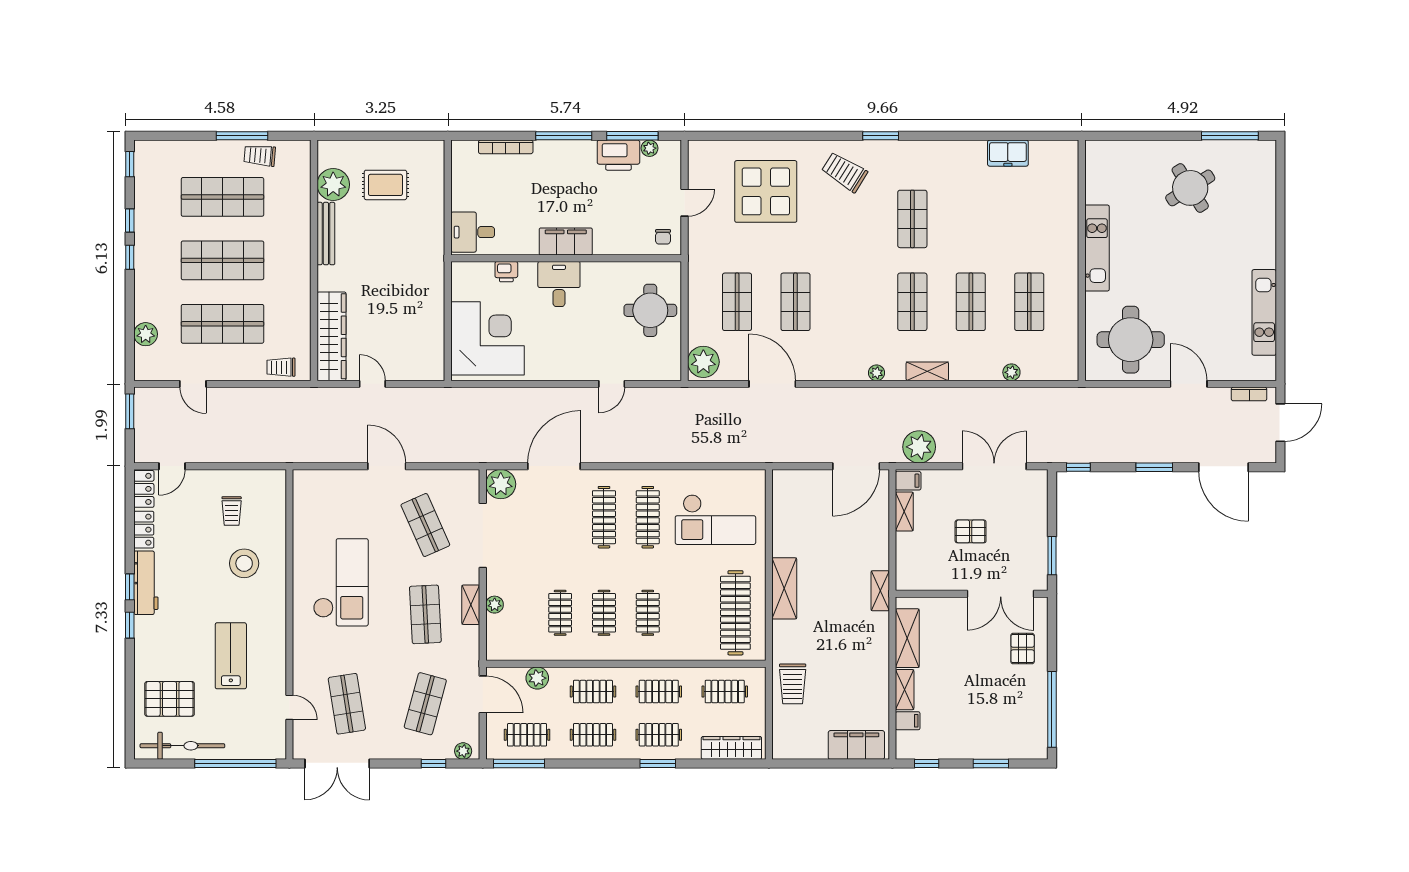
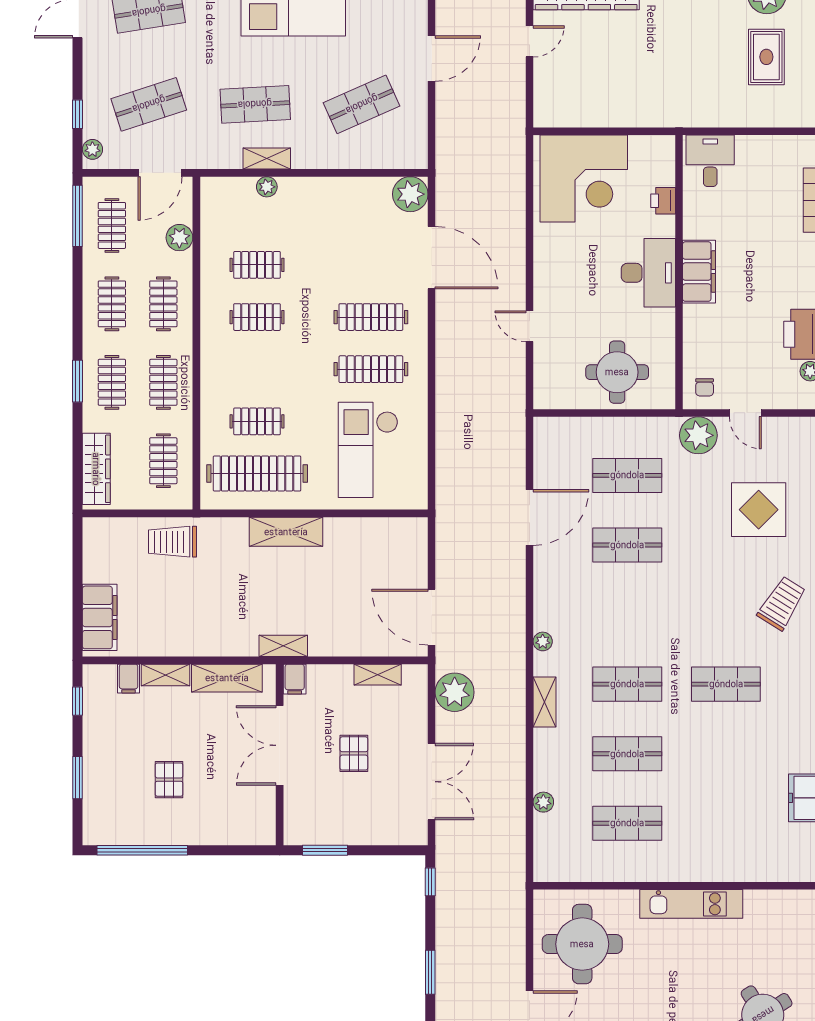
display table: (766, 191) -> (759, 510), width x0.73, depth x0.73
chair: (663, 237) -> (705, 387), turned -90
desk: (559, 284) -> (648, 273), width x1.37
plant: (703, 362) -> (698, 435), moved
filing cabinet: (908, 481) -> (295, 679), moved
doorway: (483, 535) -> (349, 173), removed
double door: (1001, 594) -> (280, 745), moved
clothes rail: (648, 613) -> (257, 421), moved
pallet: (1023, 649) -> (169, 780), moved, turned 90
shop shelf: (425, 704) -> (149, 104), turned -33

